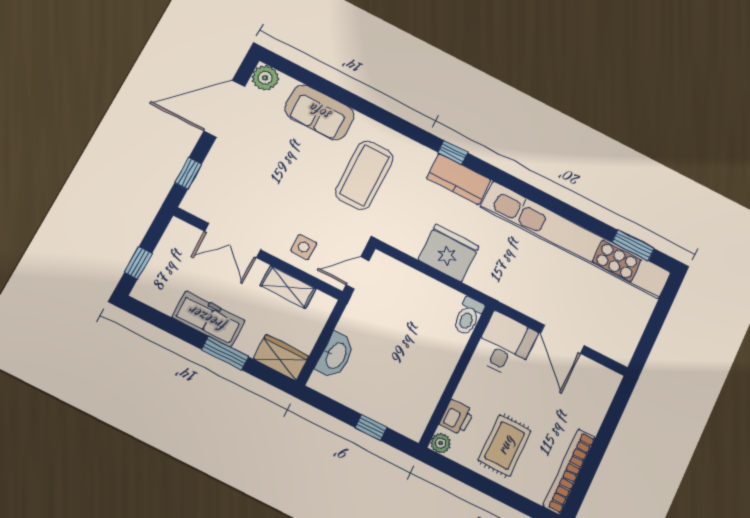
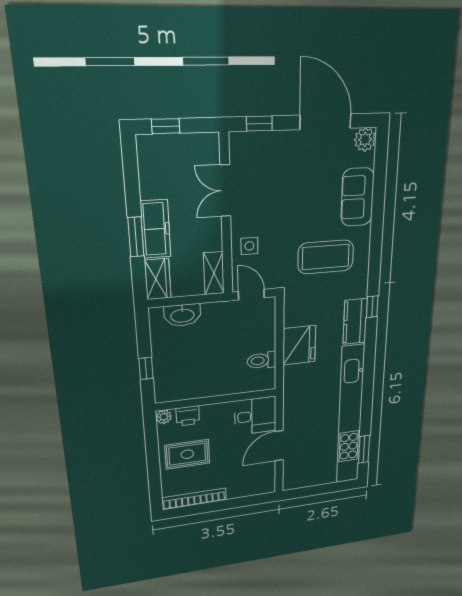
shelving: (288, 287) -> (214, 273), moved
toilet: (468, 316) -> (262, 360), moved
freezer: (208, 319) -> (156, 229), moved

